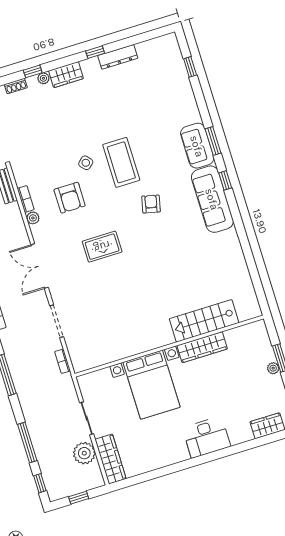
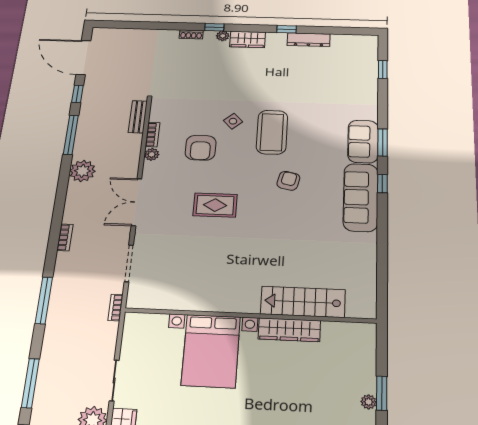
stairs: (204, 321) -> (303, 302), moved
wall: (169, 346) -> (250, 316), moved
wardrobe: (202, 347) -> (289, 330), moved
bed with nightstands: (152, 385) -> (211, 351), moved

